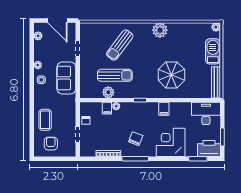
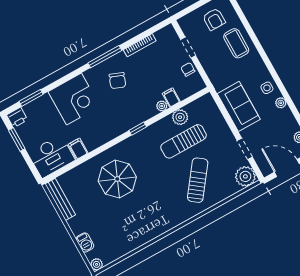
plant: (160, 30) -> (245, 176), moved
barbecue: (213, 51) -> (85, 242), width x0.53, depth x0.65
filing cabinet: (164, 109) -> (78, 149), moved
printer: (209, 149) -> (17, 117), width x0.53, depth x0.68

